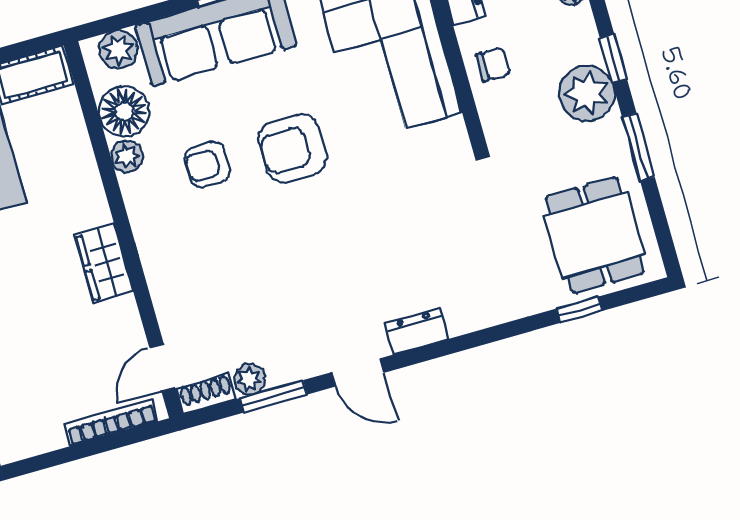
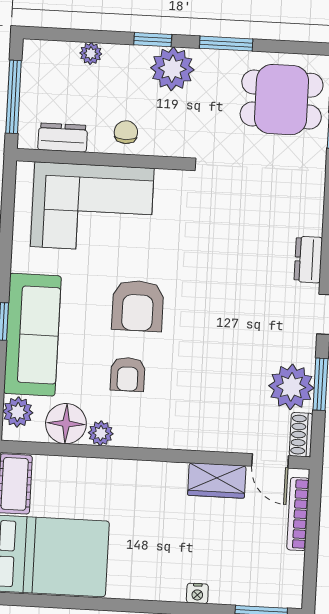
wardrobe: (104, 263) -> (217, 480), moved
plant: (250, 379) -> (291, 387), width x1.87, depth x1.87

